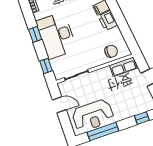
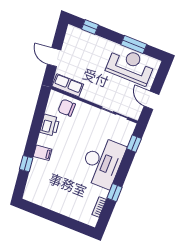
printer: (108, 21) -> (50, 125), moved
window: (35, 34) -> (114, 193), moved
window: (103, 132) -> (134, 45), width x0.69

